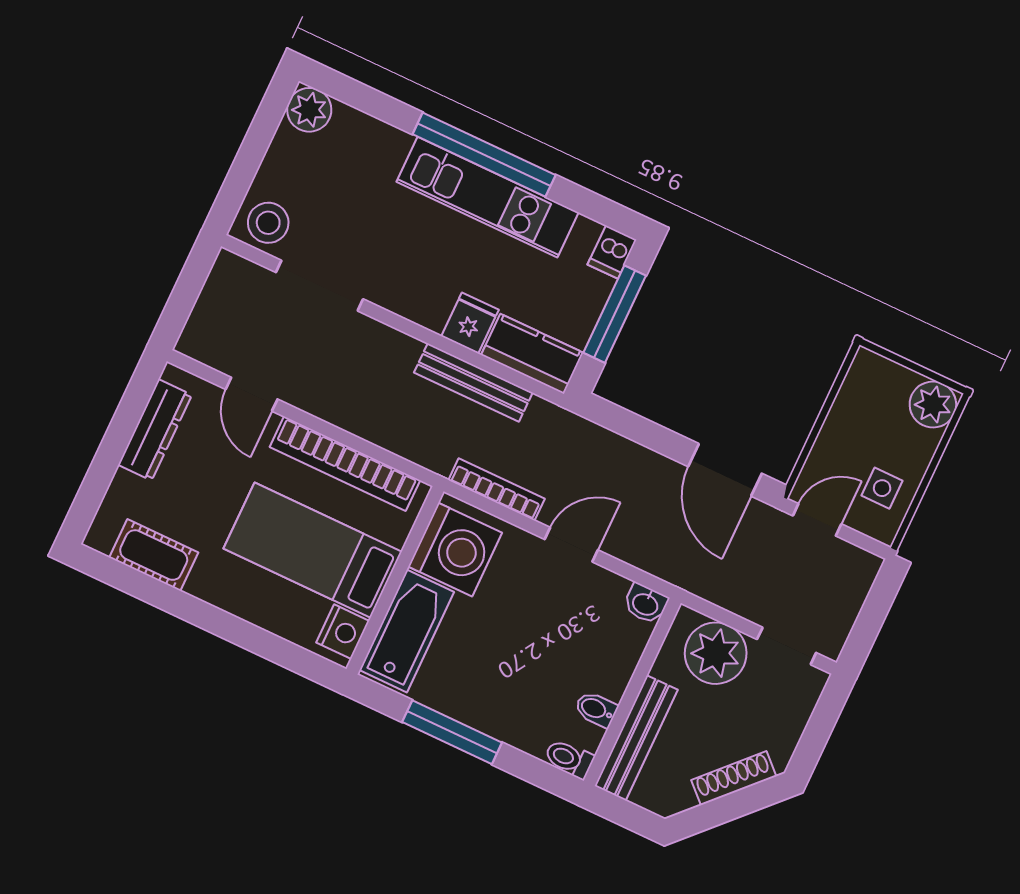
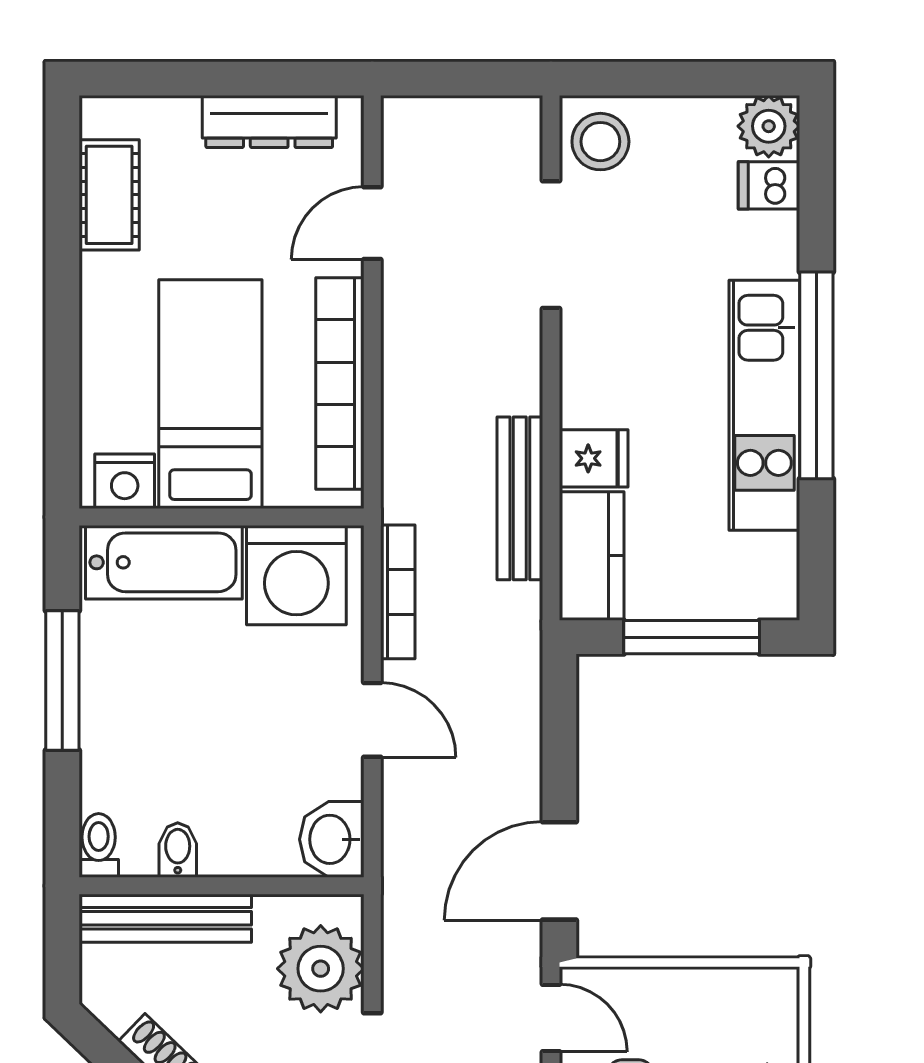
dishwasher: (612, 252) -> (769, 185), moved
washbasin: (646, 604) -> (332, 839), width x1.38, depth x1.45

